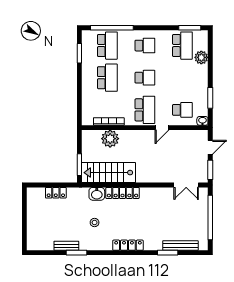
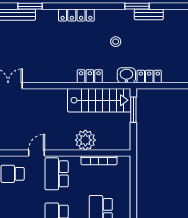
plant: (110, 139) -> (85, 140), moved
locker: (56, 193) -> (149, 77), moved
locker: (122, 193) -> (90, 76), width x0.66
washbasin: (97, 194) -> (126, 75), moved

